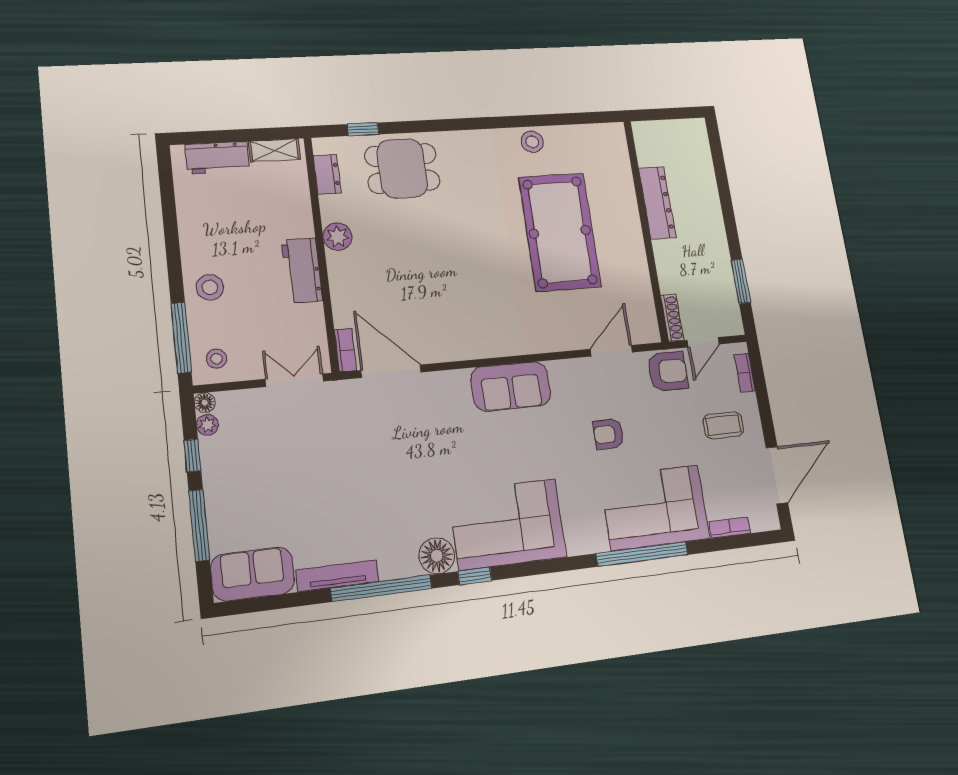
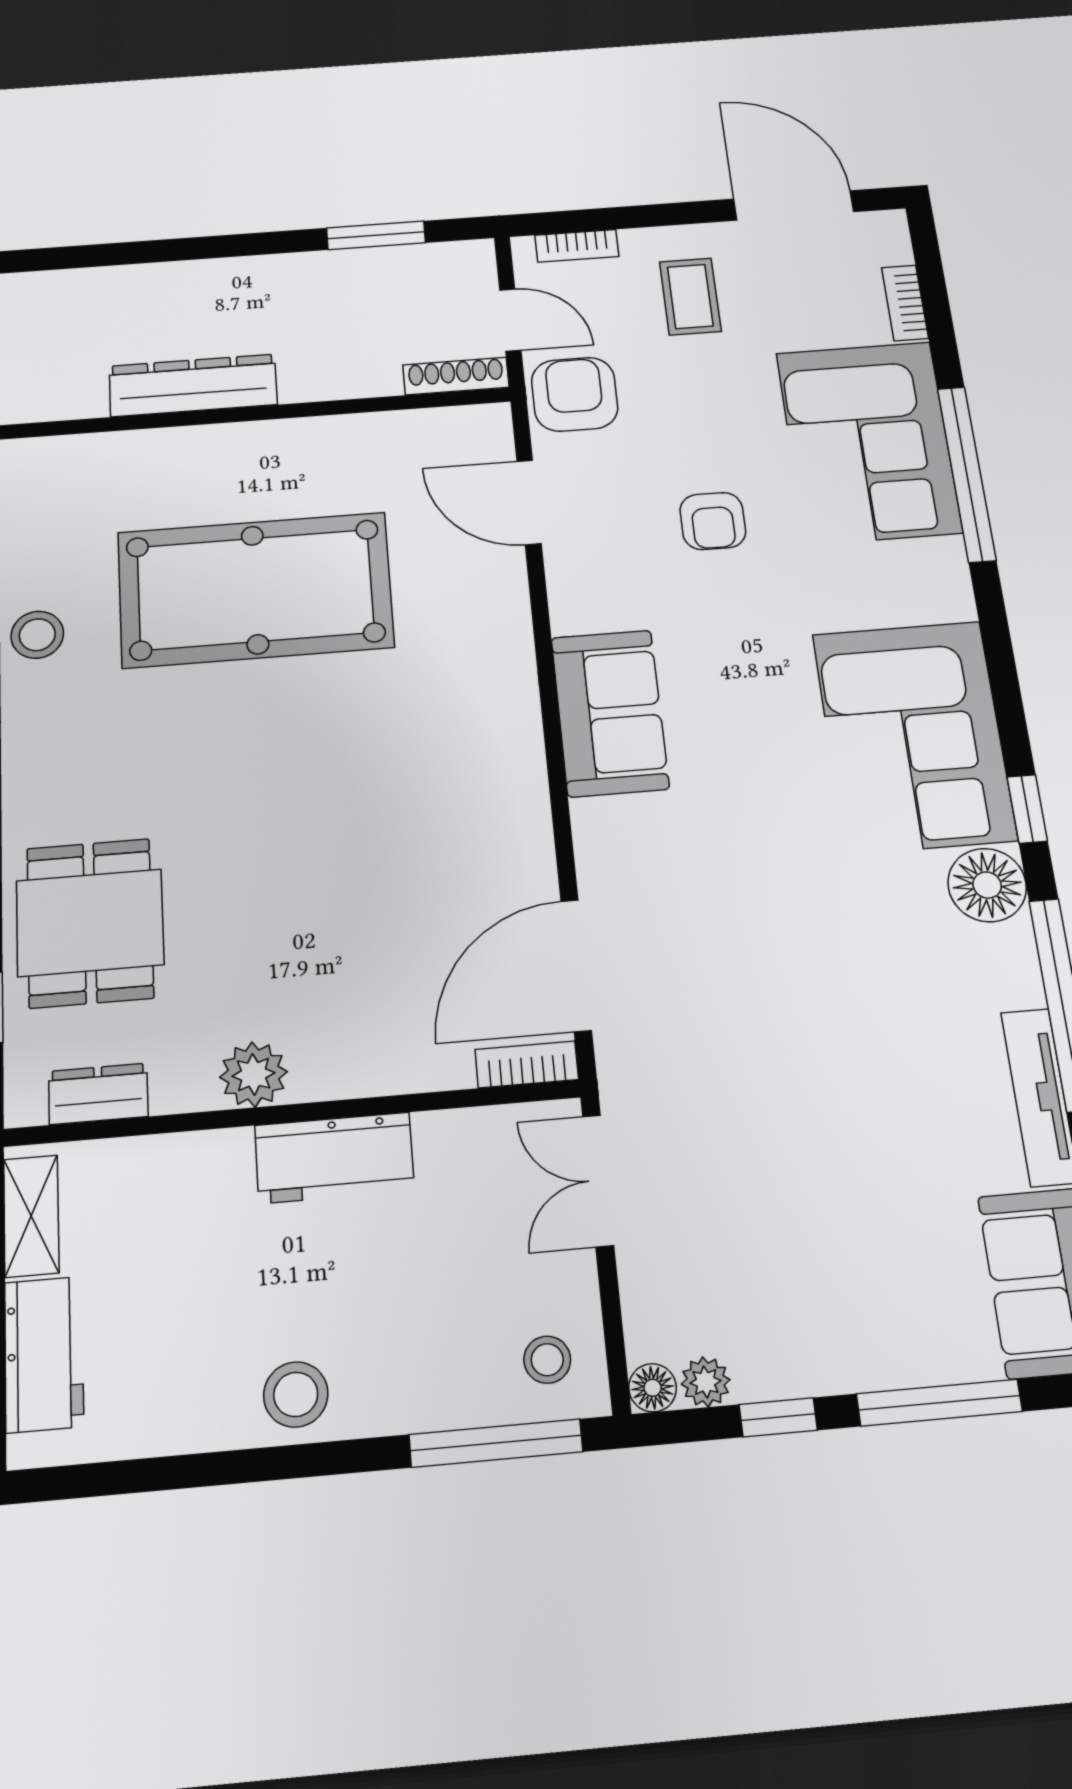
stool: (210, 287) -> (296, 1394), moved

